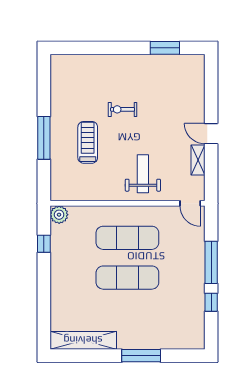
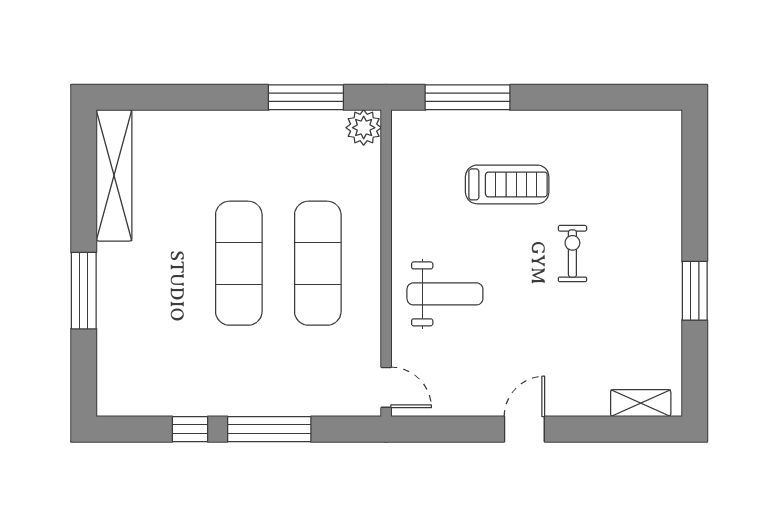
window: (165, 48) -> (695, 291), moved
window: (44, 138) -> (468, 97), moved
shelving: (198, 160) -> (641, 403), moved
door: (190, 203) -> (386, 387), swing flipped
window: (44, 244) -> (306, 97), width x2.17

